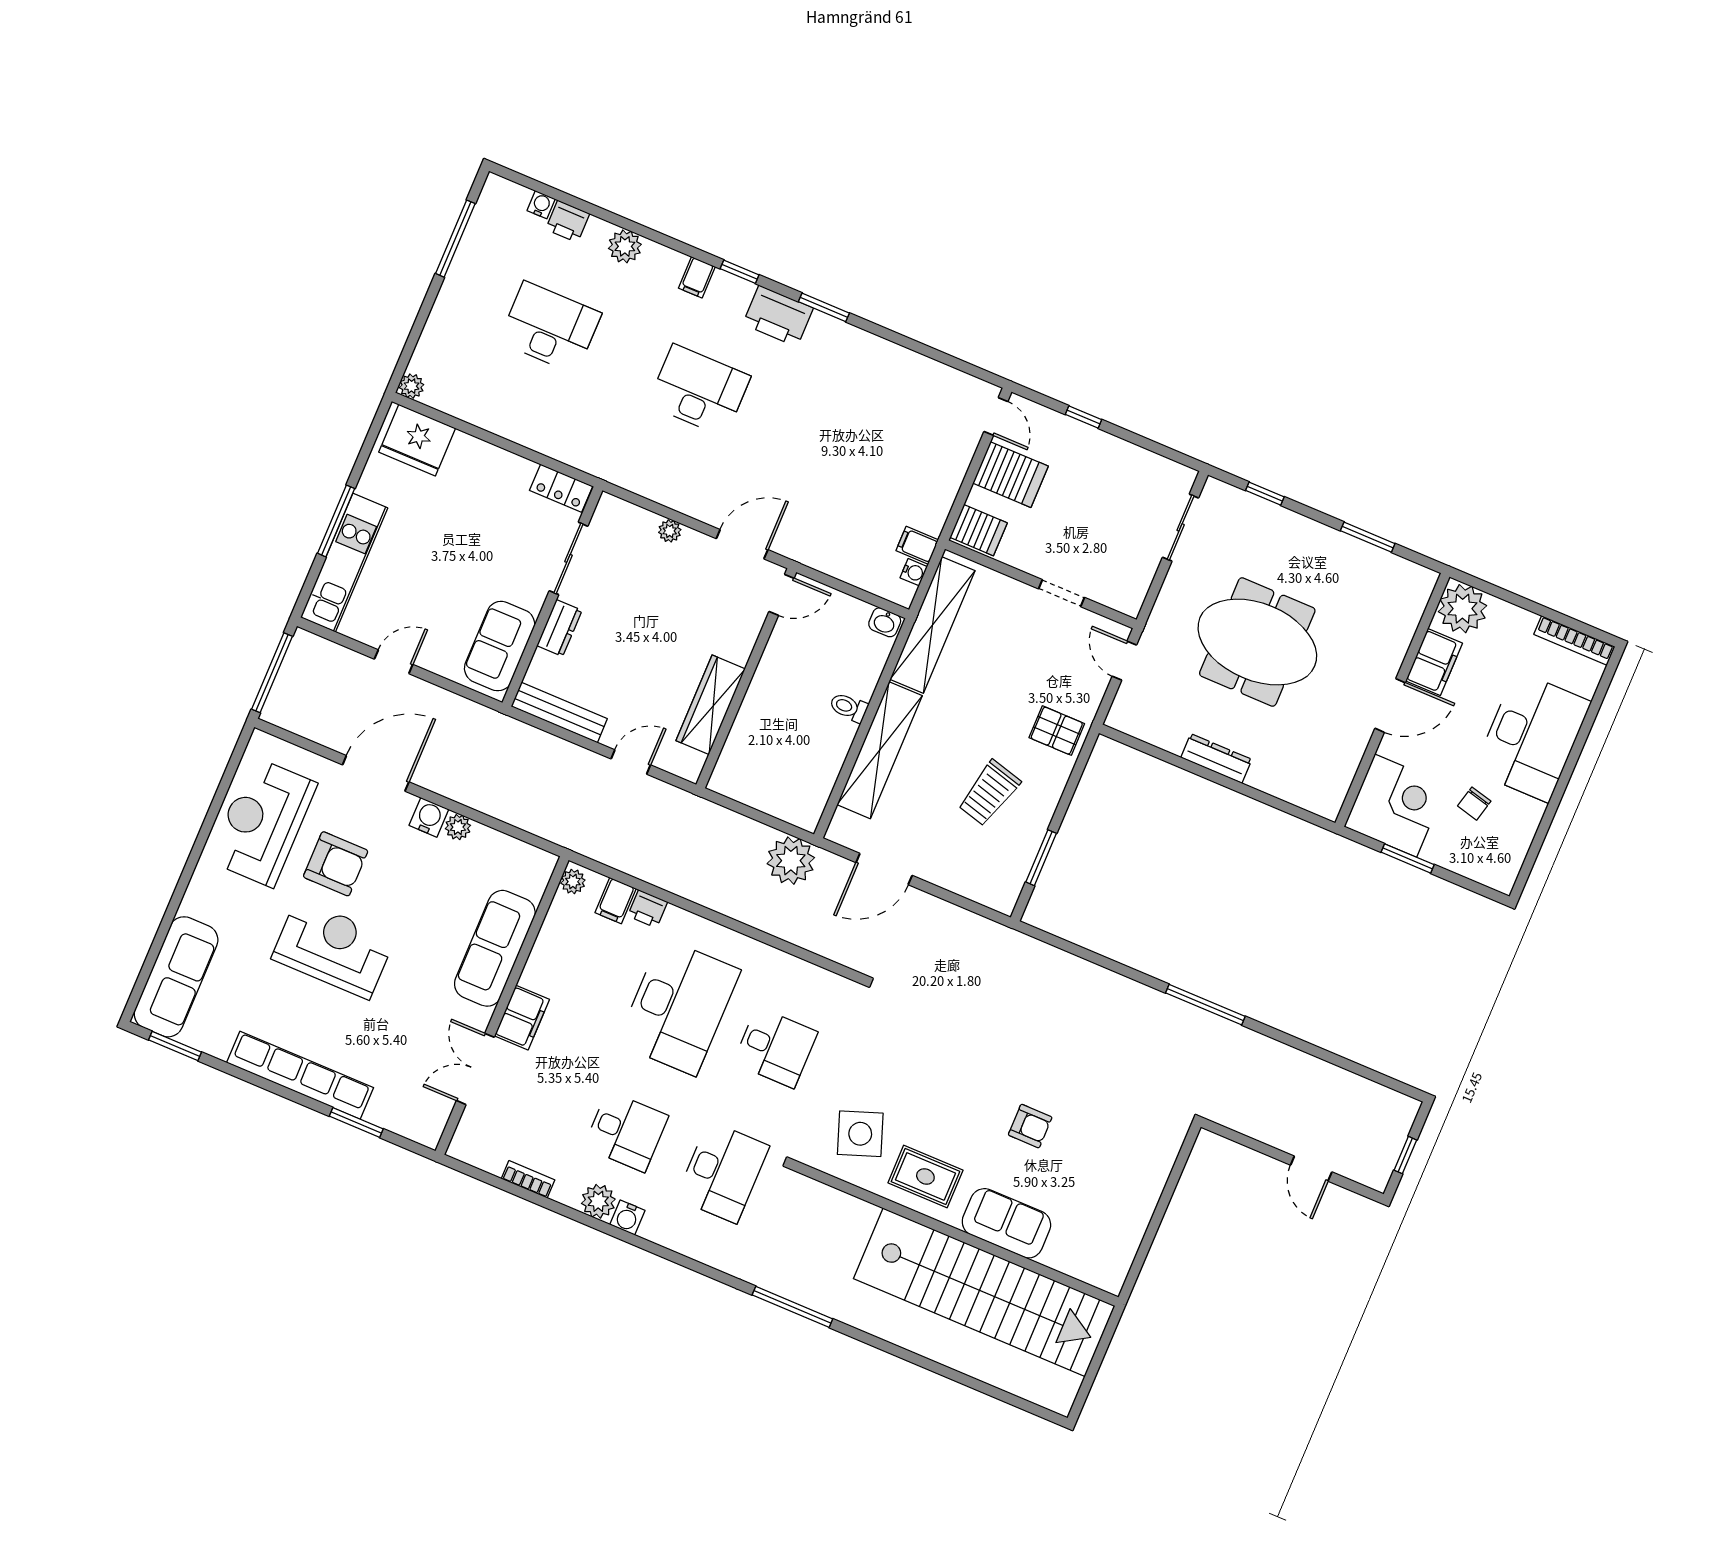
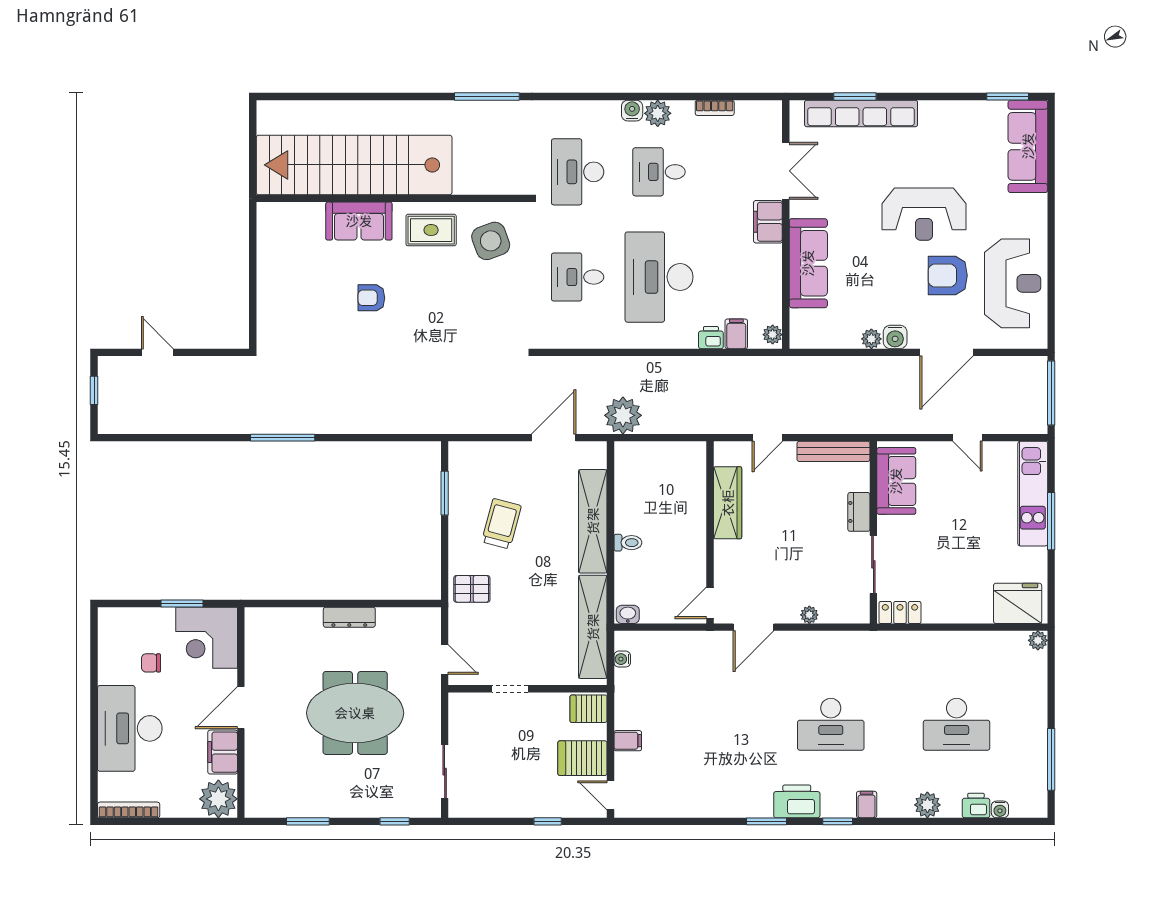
filing cabinet: (917, 545) -> (628, 741), moved
door: (394, 662) -> (967, 438), hinge flipped
chair: (1474, 804) -> (151, 663), turned -104
row of seats: (300, 1075) -> (861, 113), moved

